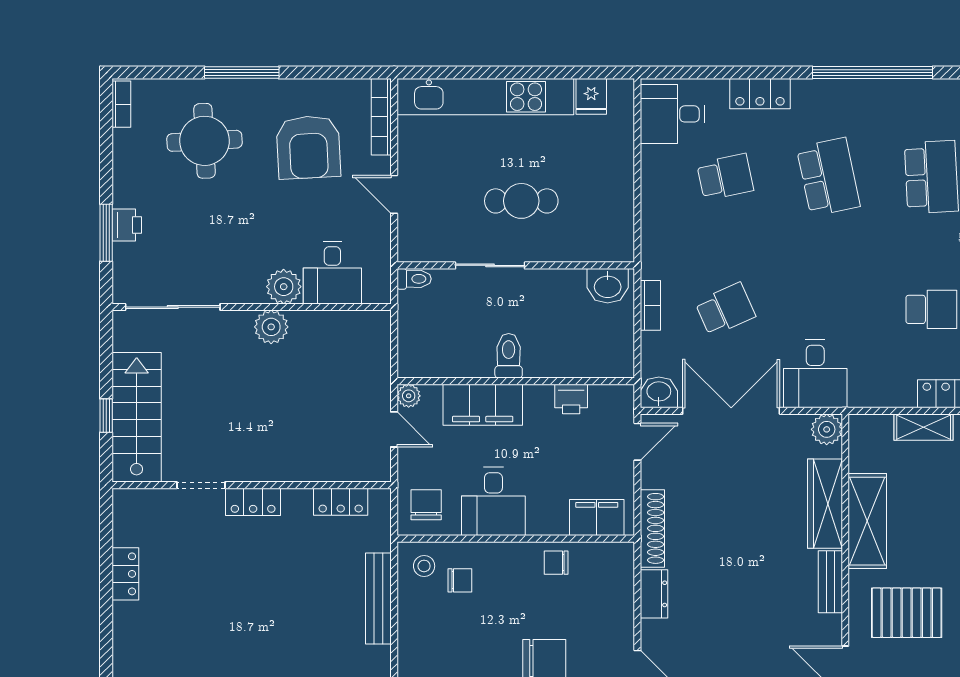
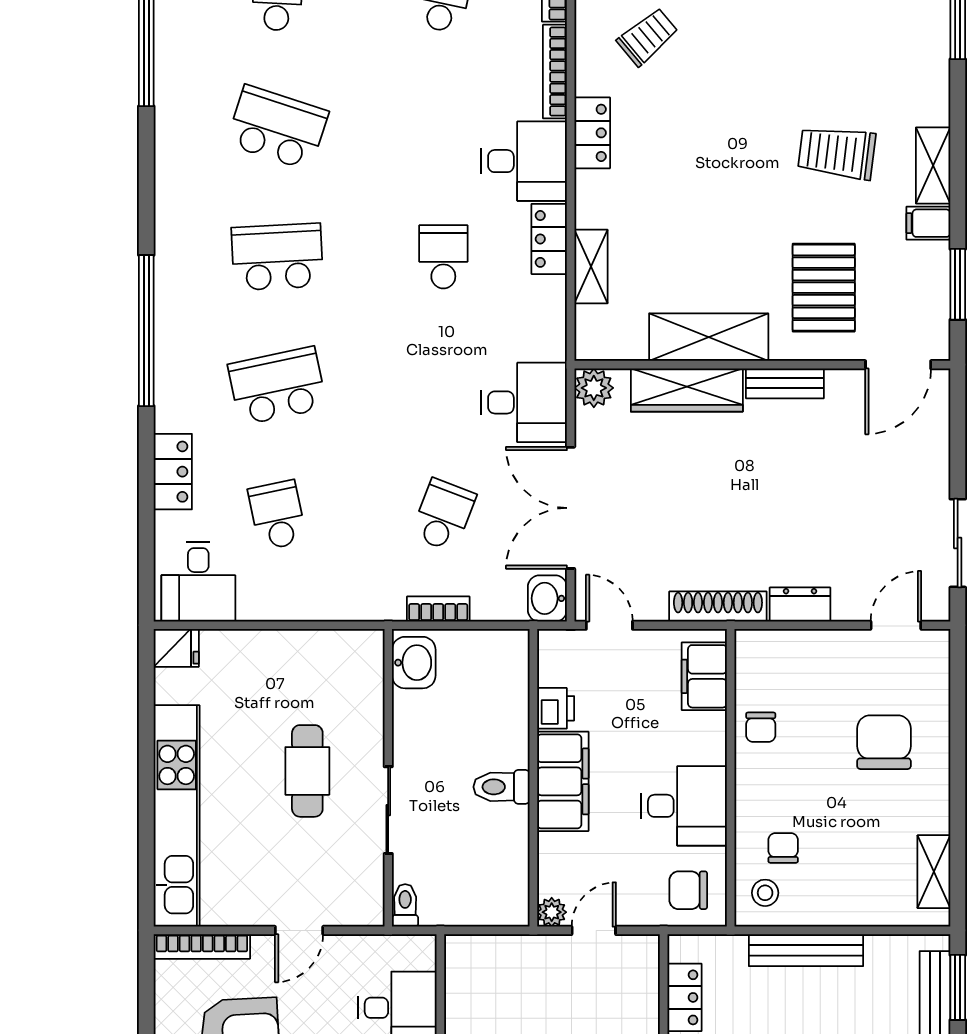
fridge: (591, 96) -> (176, 648), moved
school desk: (725, 309) -> (443, 515), turned 45
filing cabinet: (483, 405) -> (563, 781), moved

